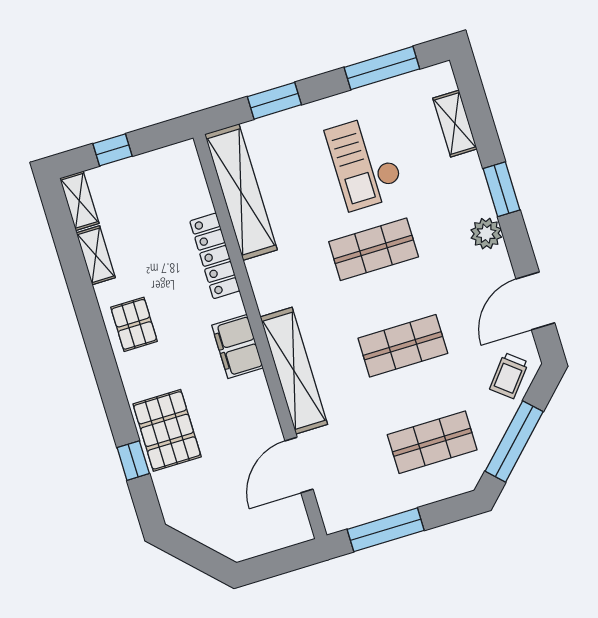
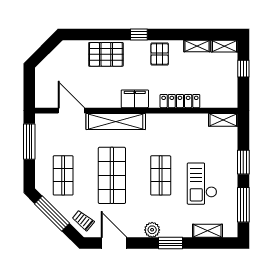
window: (274, 101) -> (243, 162), moved
checkout: (365, 163) -> (202, 184), turned -90
shelving: (241, 192) -> (223, 120), width x0.45, depth x0.75
pallet: (134, 324) -> (160, 54), turned 90
shop shelf: (403, 346) -> (112, 175), width x1.43, depth x1.36
window: (133, 461) -> (139, 34), moved

